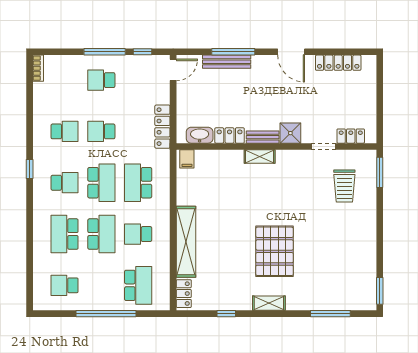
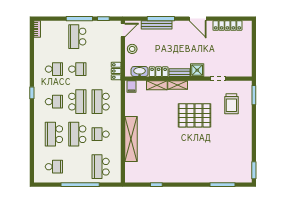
school desk: (101, 80) -> (77, 37), width x1.85
stool: (188, 100) -> (132, 49), added
locker: (162, 127) -> (116, 71), width x0.66
school desk: (101, 131) -> (77, 69), turned 180
locker: (351, 136) -> (235, 72), removed
school desk: (101, 234) -> (77, 134), turned 180
pallet: (275, 251) -> (195, 115), moved, turned 90
school desk: (65, 285) -> (54, 167), turned 180
school desk: (138, 285) -> (101, 167), turned 180
locker: (184, 294) -> (130, 172), removed
shelving: (269, 303) -> (157, 85), moved

